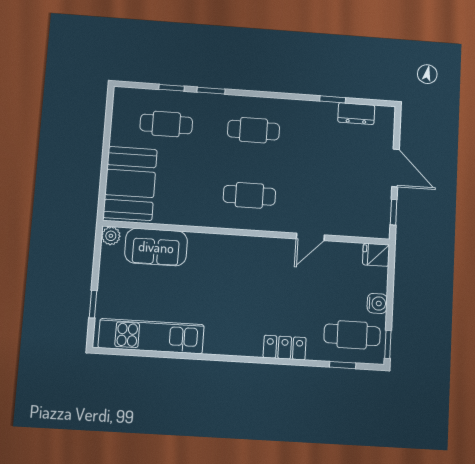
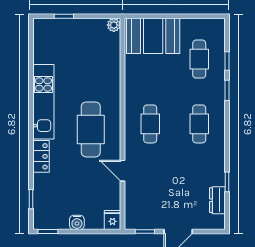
sofa: (156, 247) -> (108, 58), removed
cafe table: (352, 335) -> (91, 129), moved, width x1.37, depth x1.35
kitchen unit: (151, 336) -> (43, 102), moved

